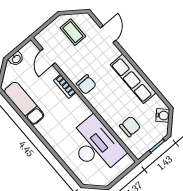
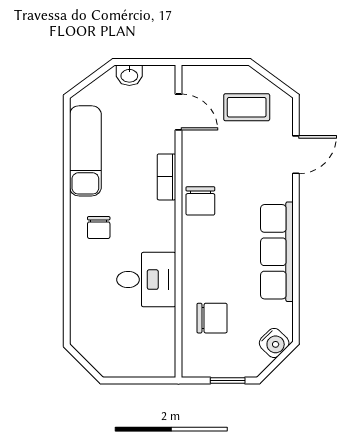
coffee table: (73, 32) -> (247, 107), turned 90
door: (48, 57) -> (179, 112), swing flipped
chair: (55, 129) -> (99, 228), added
desk: (96, 146) -> (146, 280), width x0.53, depth x0.77

